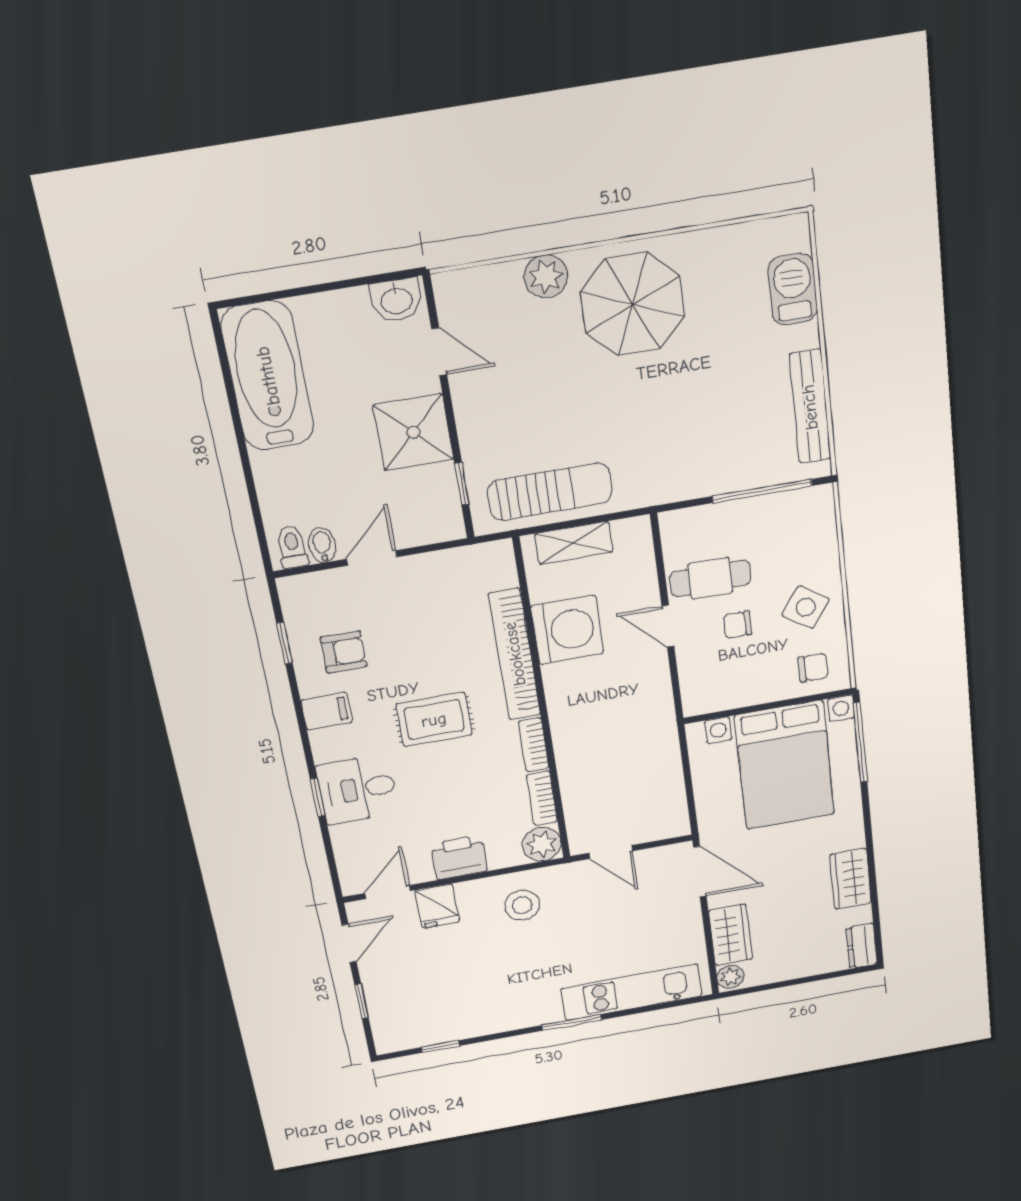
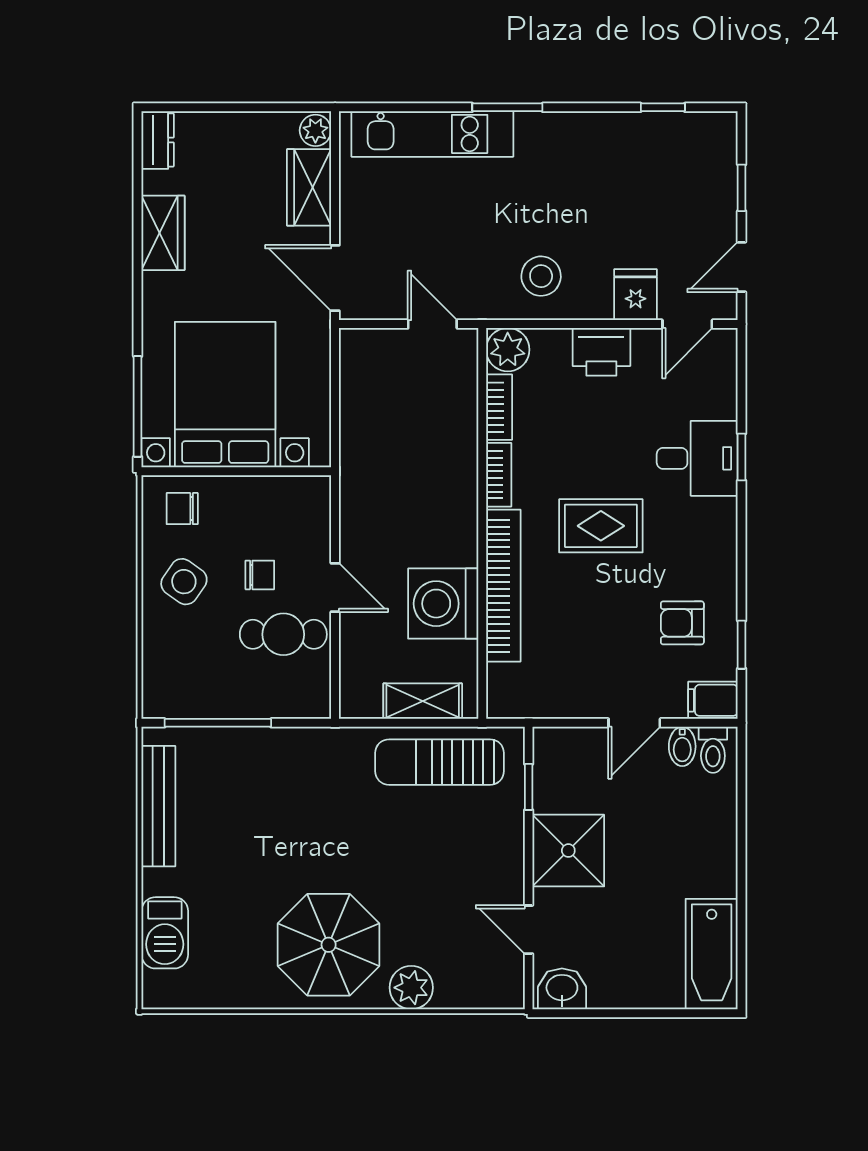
bathtub: (268, 376) -> (712, 954), width x0.73, depth x0.73
filing cabinet: (327, 711) -> (713, 700), moved

